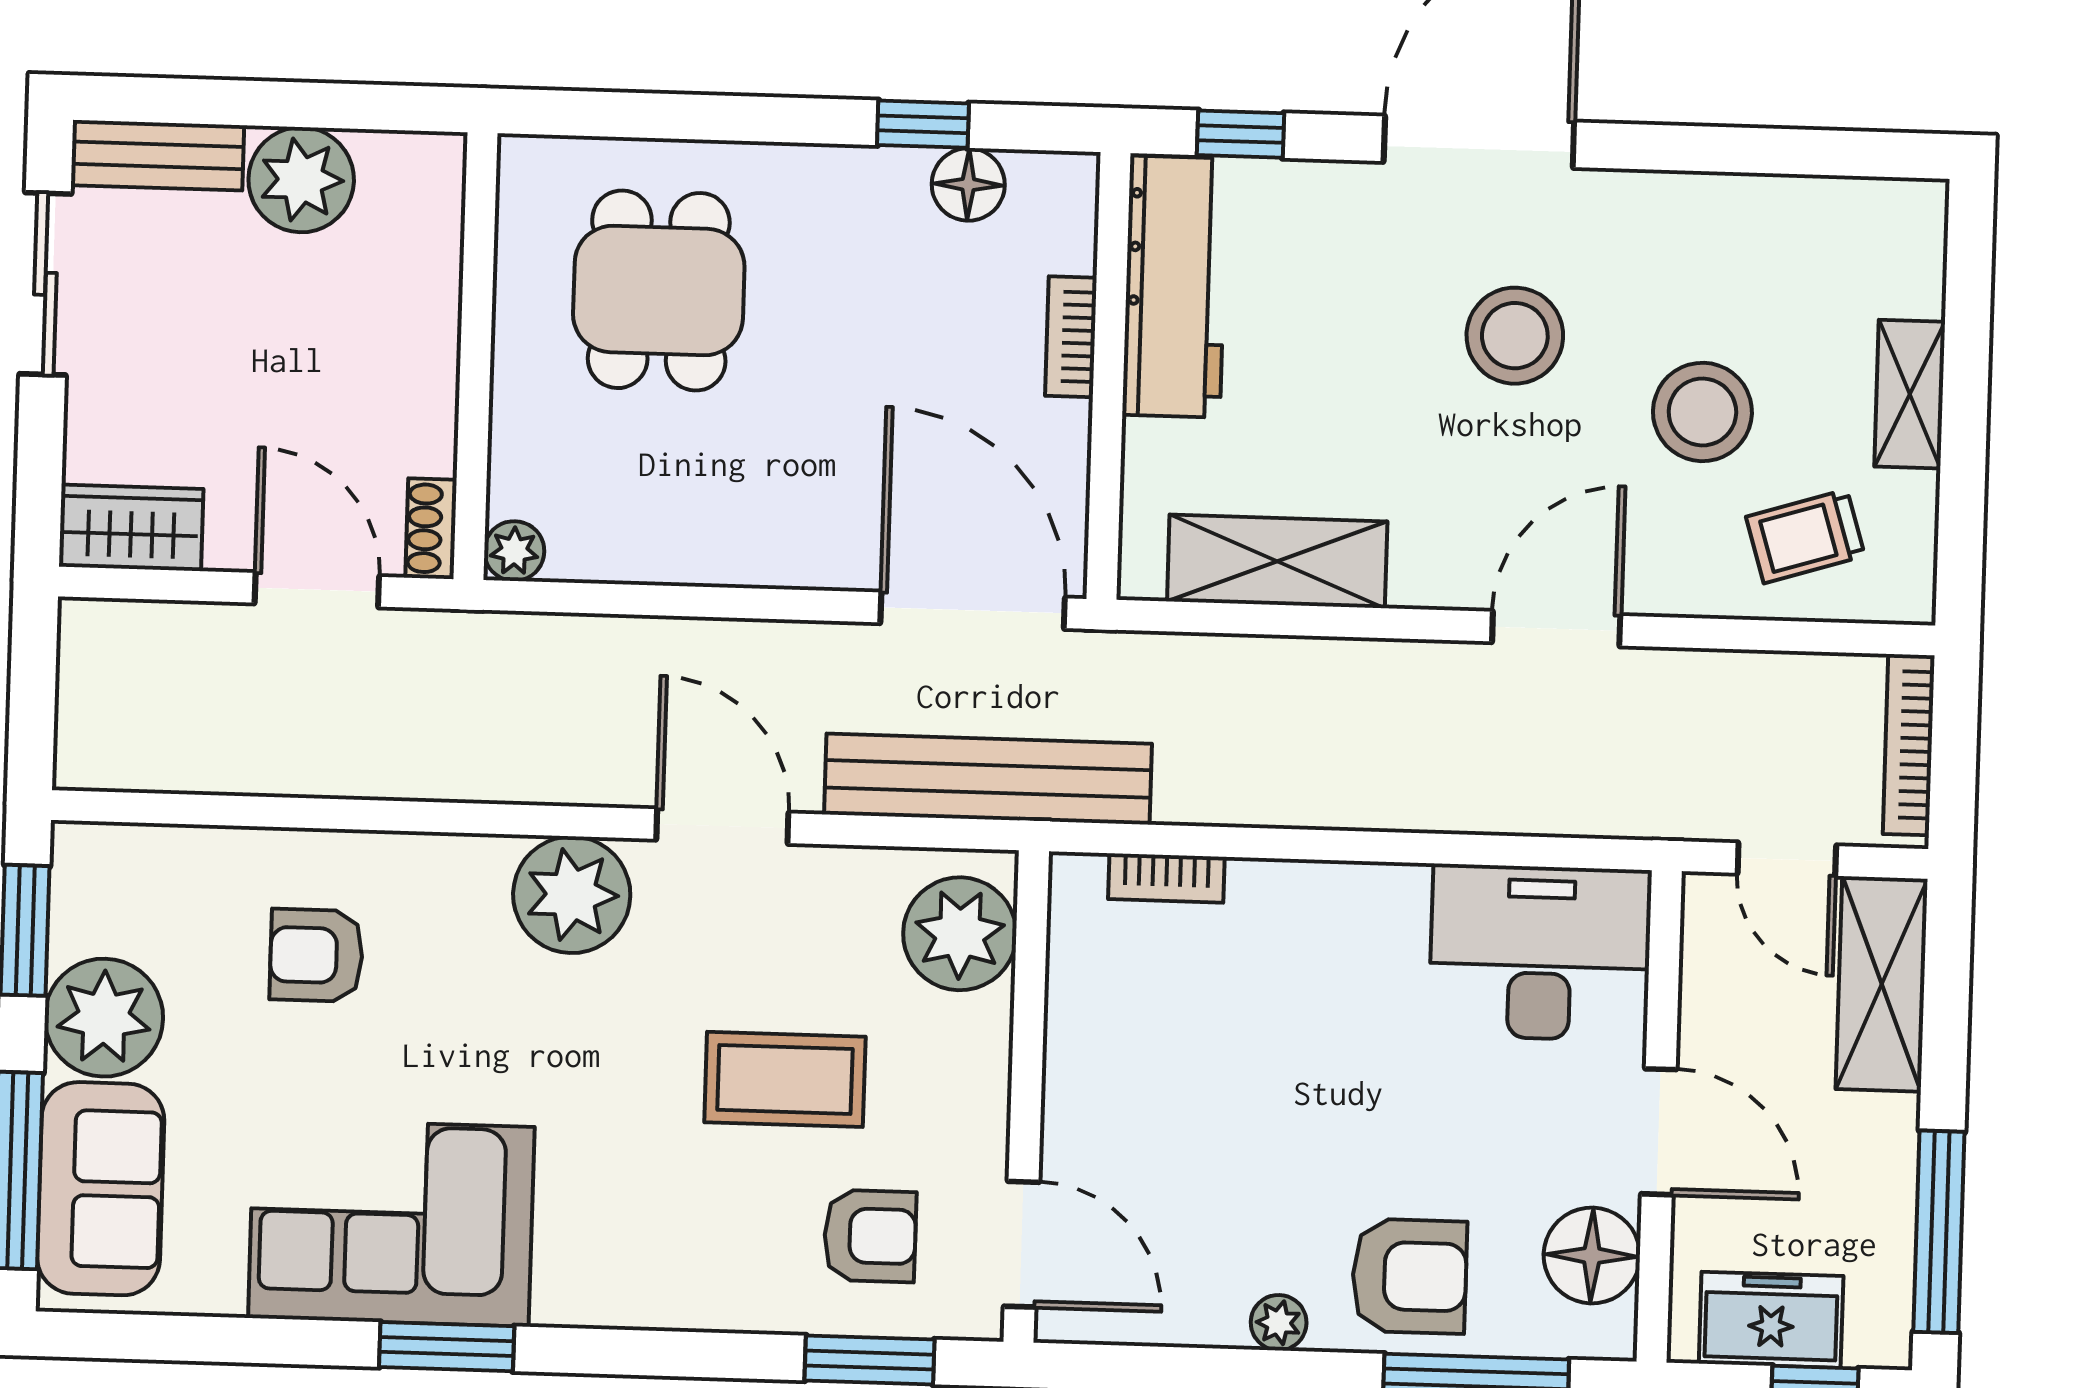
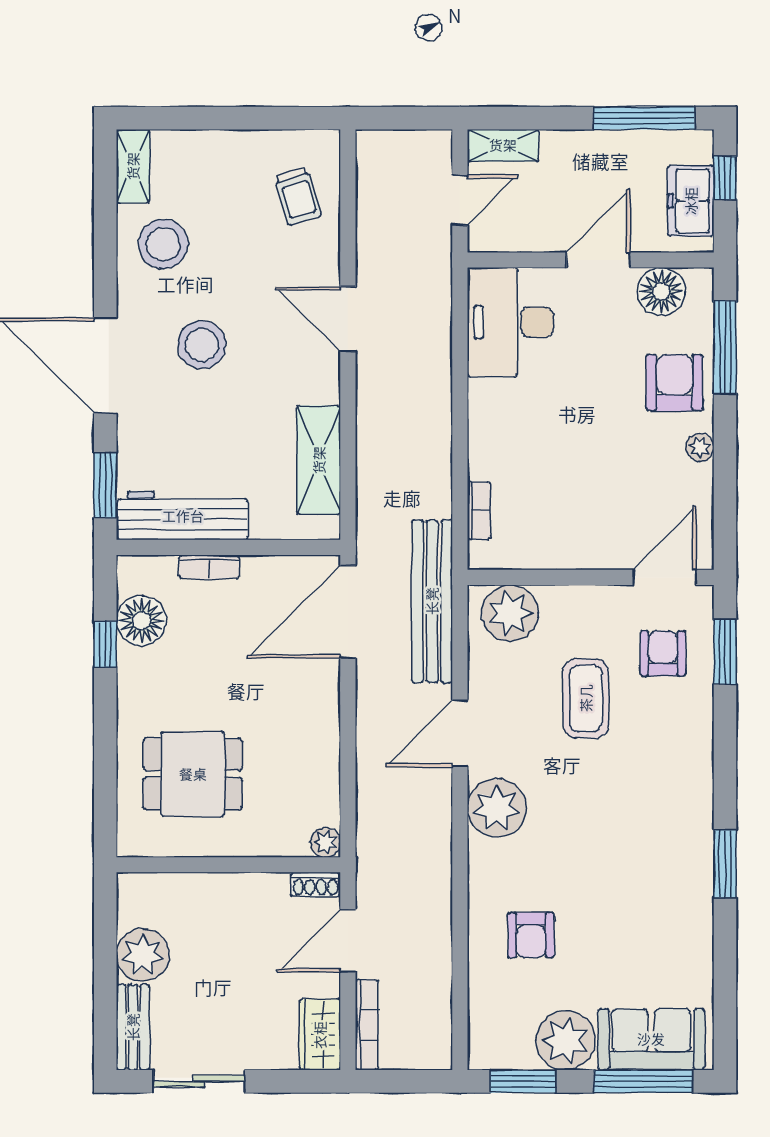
window: (1240, 134) -> (105, 485), width x1.50
floor lamp: (968, 184) -> (142, 621), width x1.38, depth x1.38
shelving: (1910, 394) -> (133, 166), moved, turned 90
stool: (1702, 412) -> (163, 244), moved
bookcase: (1909, 745) -> (367, 1025), moved, turned -90
shelving: (1882, 984) -> (503, 145), width x0.67, depth x0.75
corner sofa: (391, 1222) -> (664, 893), removed

